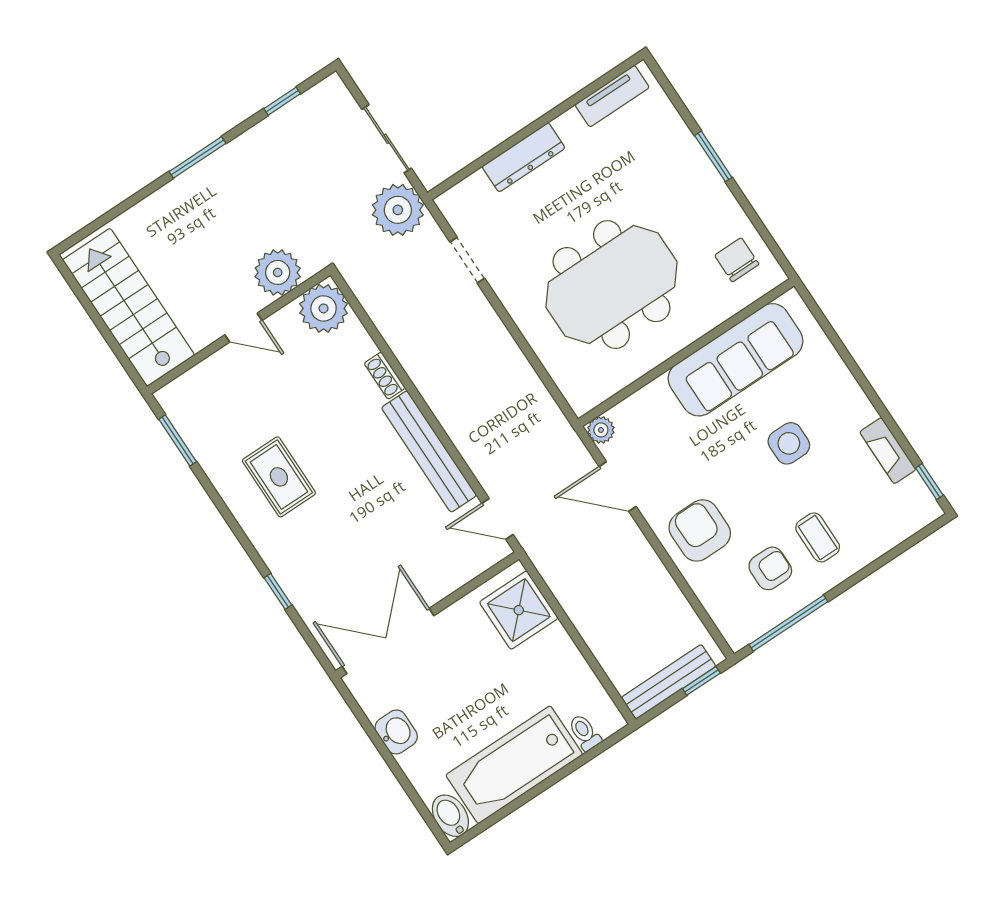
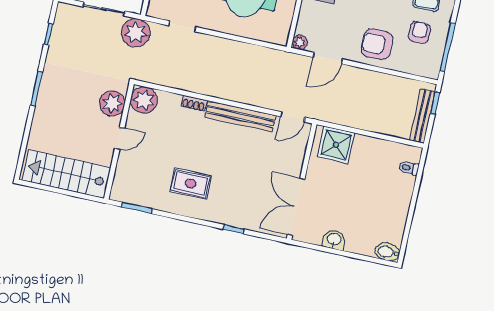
bathtub: (514, 765) -> (393, 208), removed

